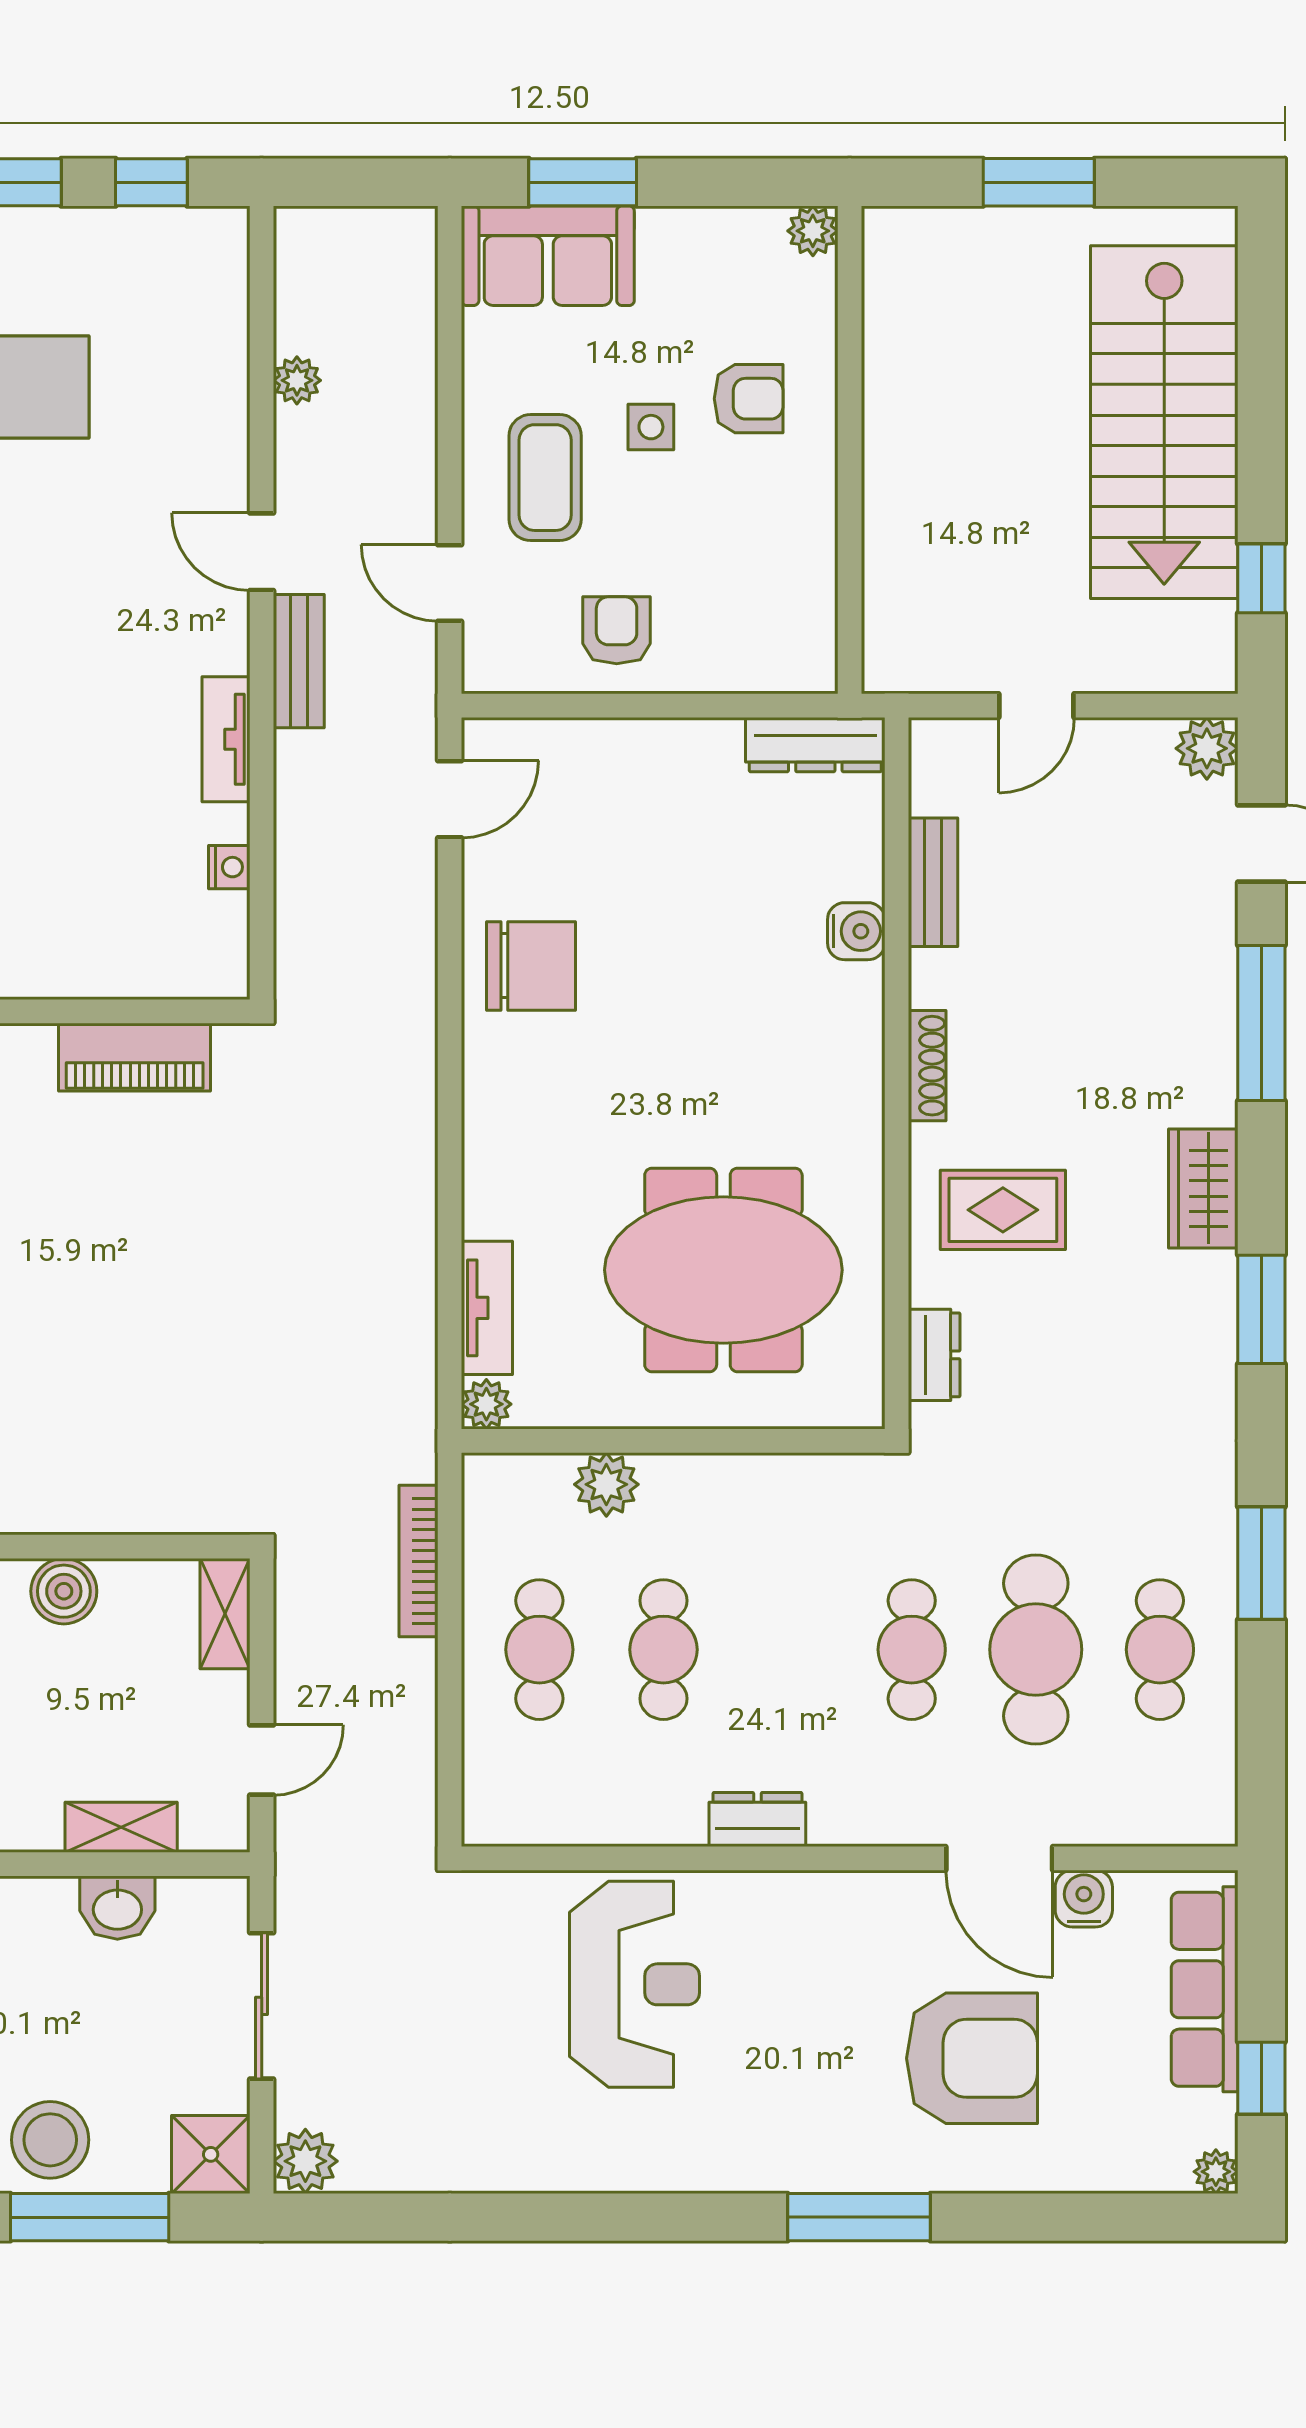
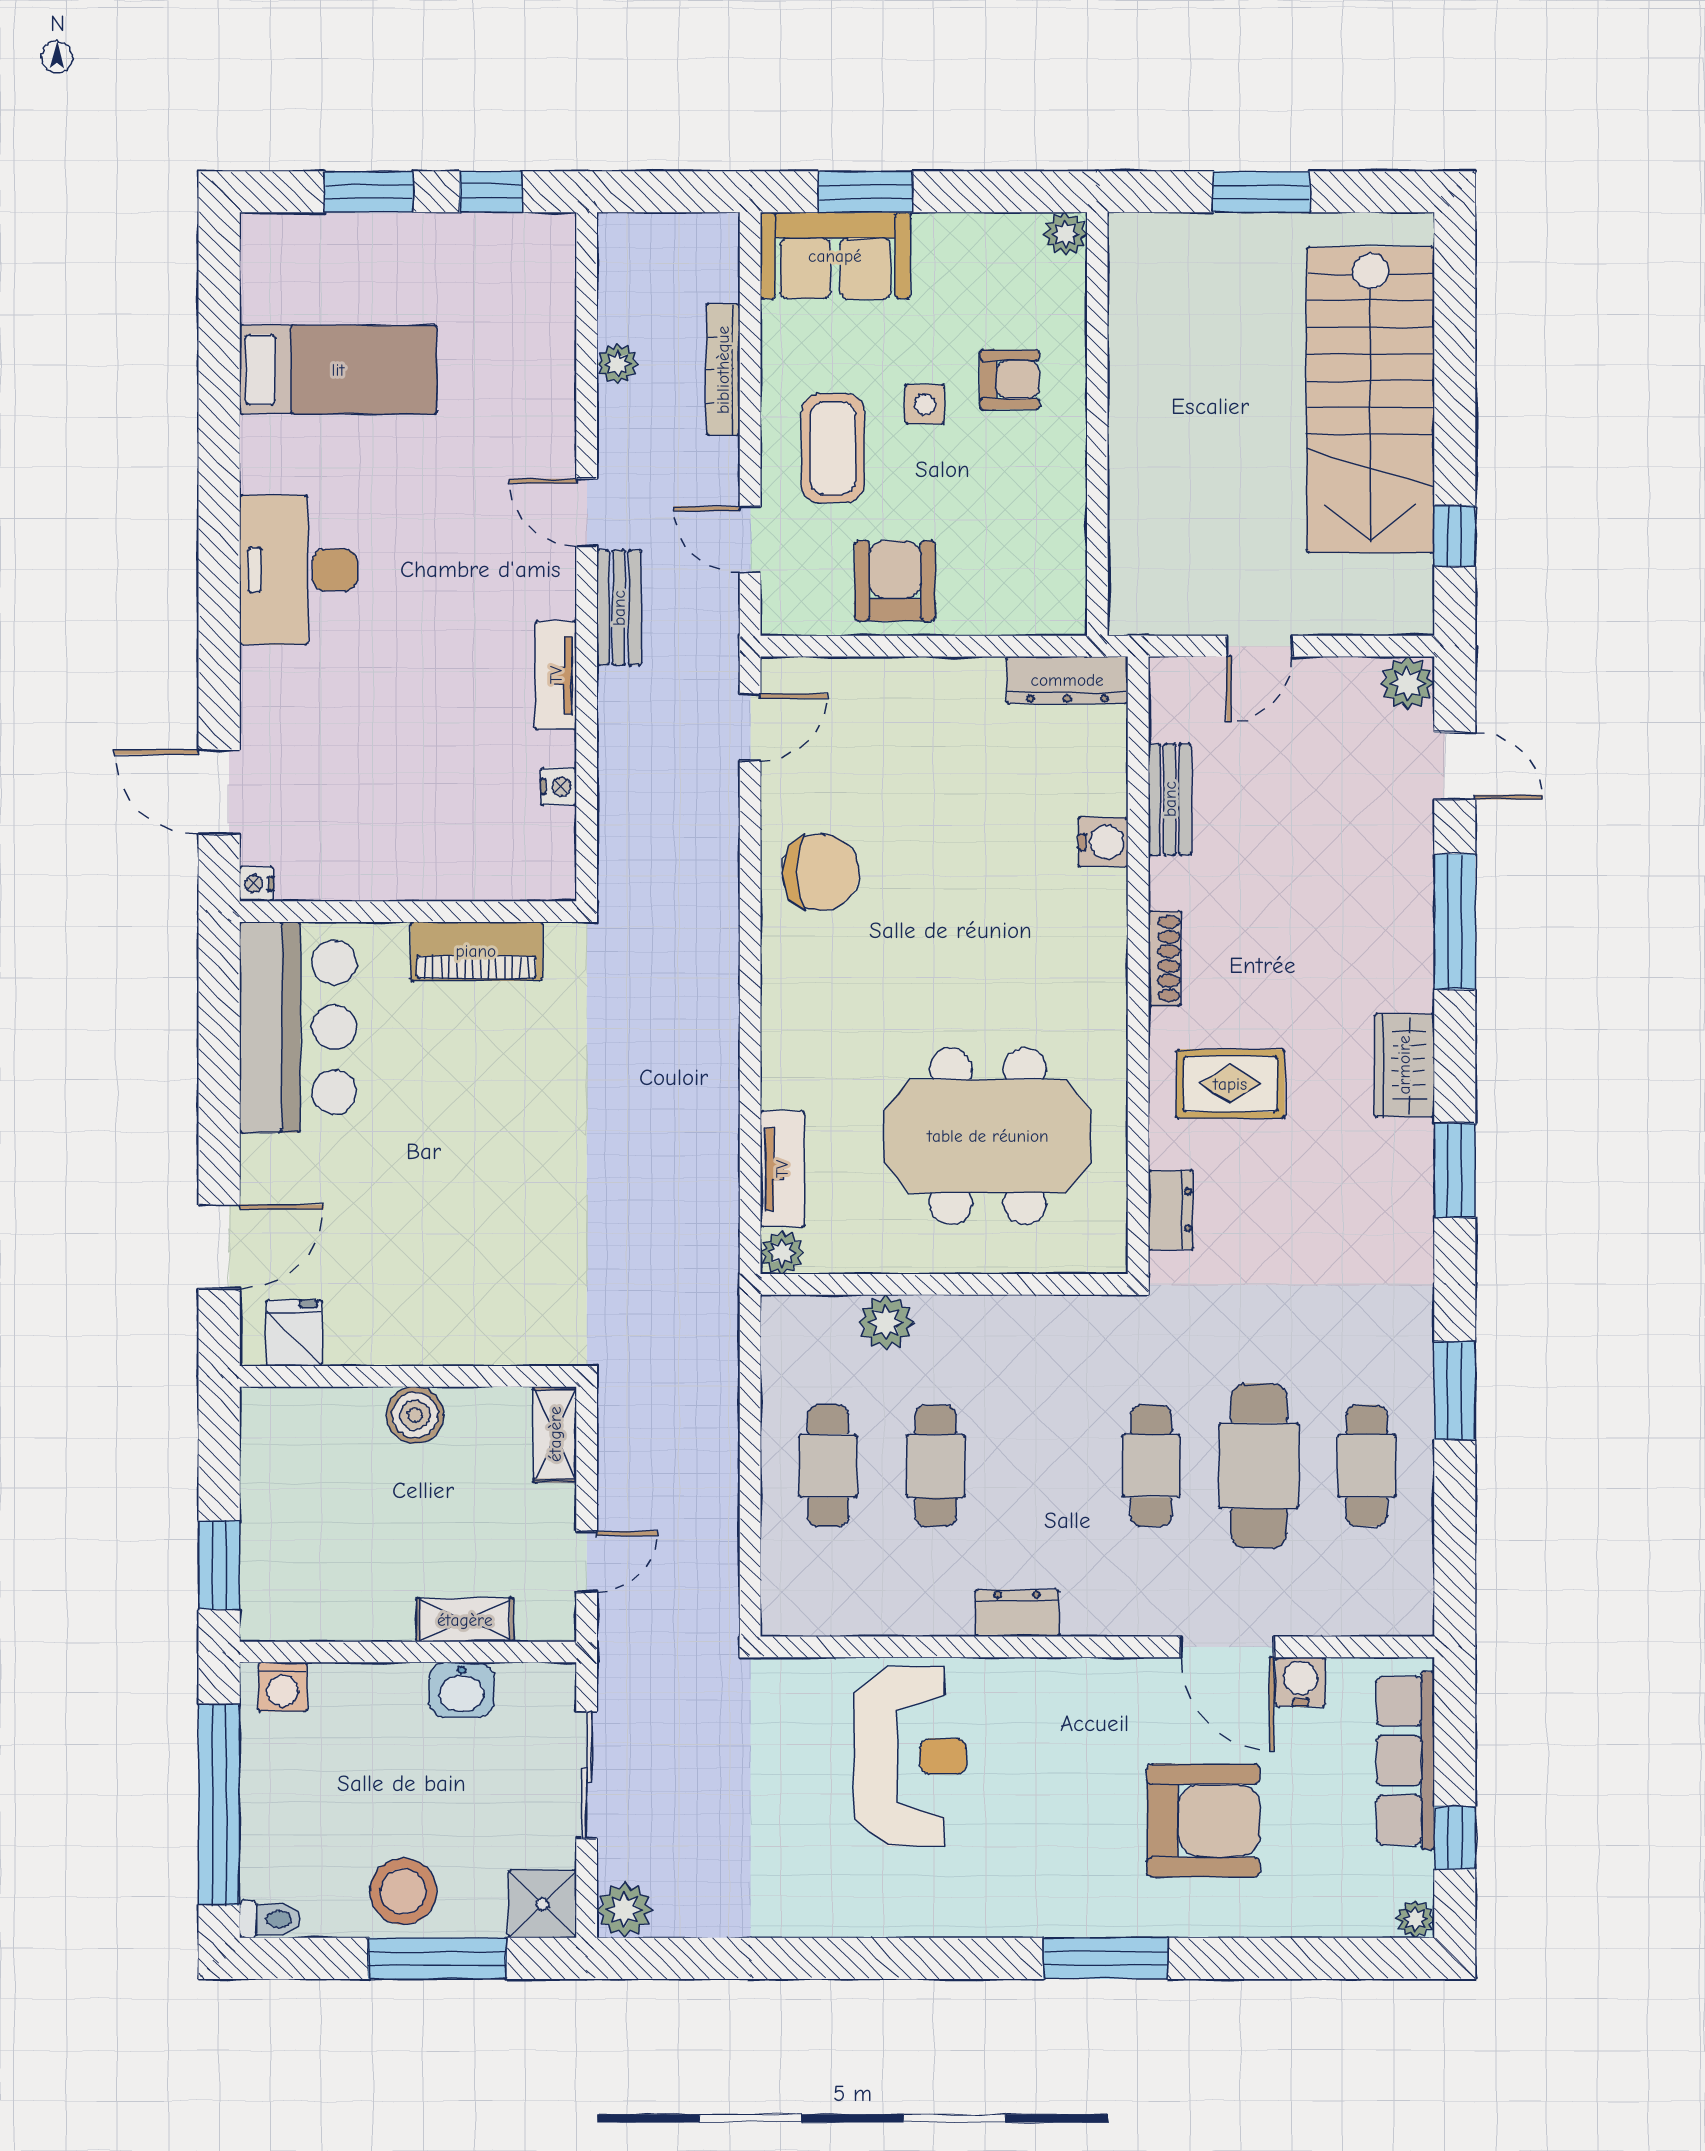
armchair: (617, 630) -> (895, 581), width x1.38, depth x1.38
bookcase: (419, 1561) -> (723, 370), moved

